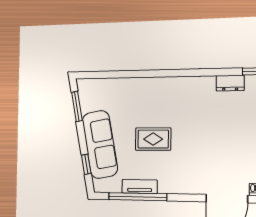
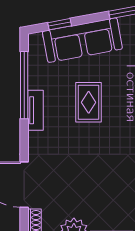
tv unit: (140, 187) -> (35, 110), moved

